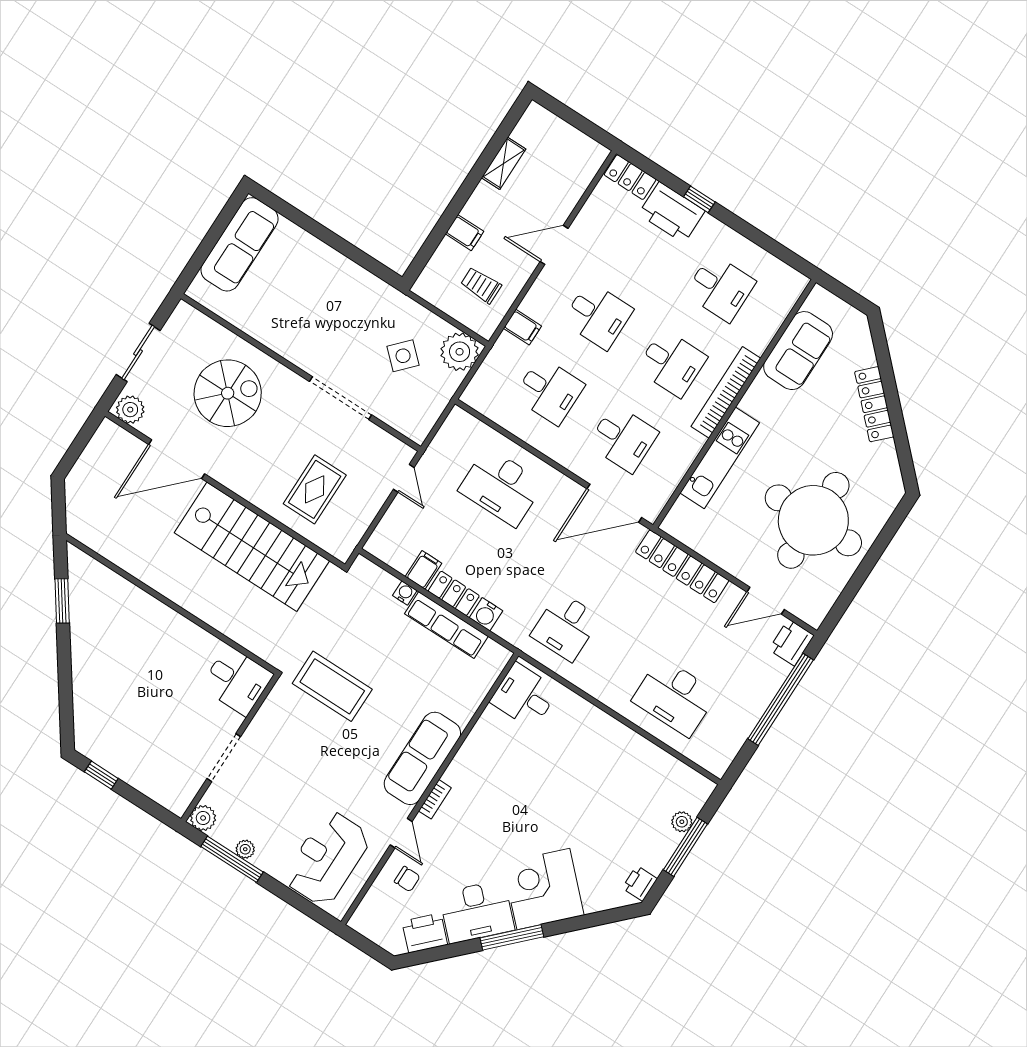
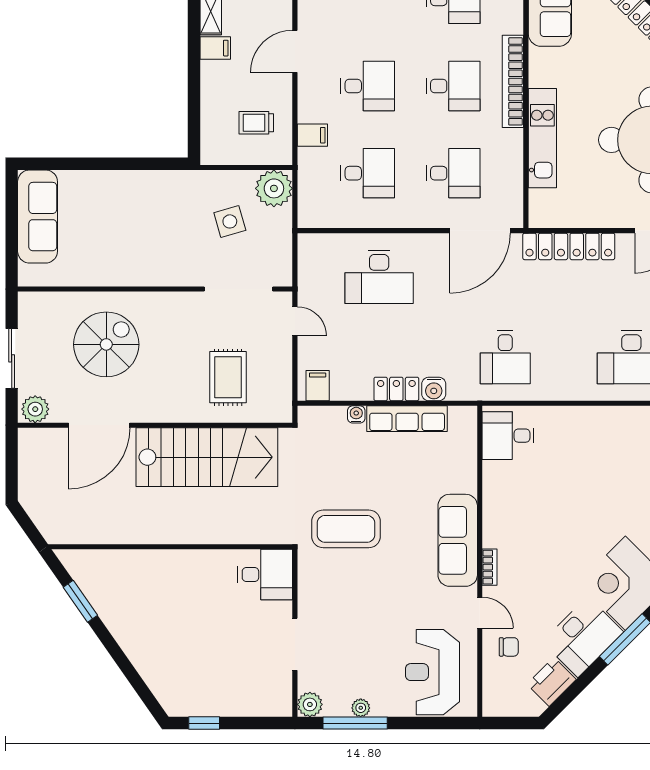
filing cabinet: (464, 233) -> (215, 48), moved
side table: (403, 356) -> (230, 221), turned 31
doorway: (341, 398) -> (239, 289), moved
filing cabinet: (424, 570) -> (318, 386), moved

